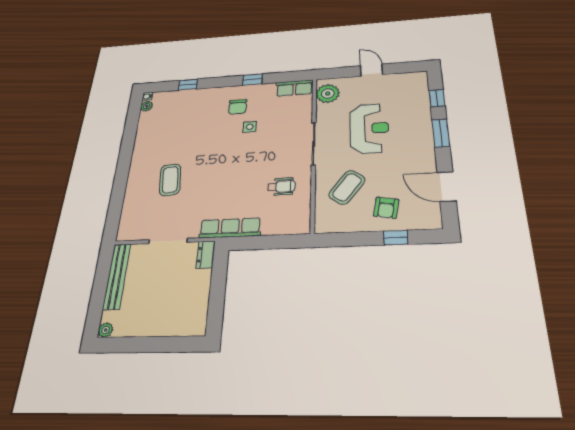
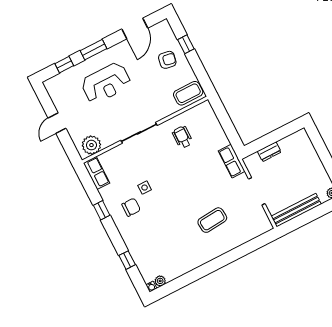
reception desk: (369, 128) -> (106, 83), moved, turned 180
coffee table: (347, 187) -> (188, 93), moved, turned -37
row of seats: (230, 228) -> (232, 161), width x0.68
dresser: (206, 255) -> (269, 152), moved

